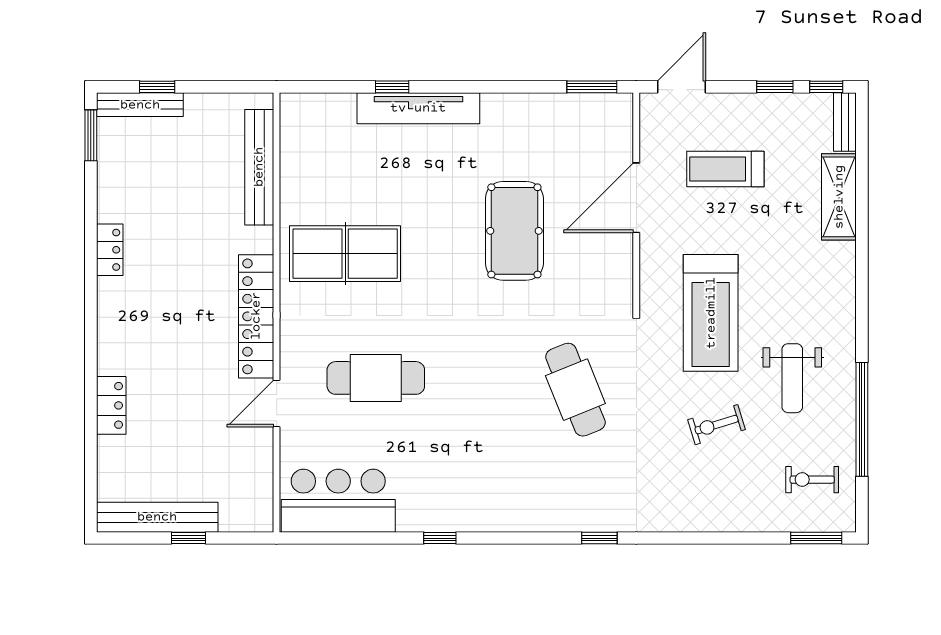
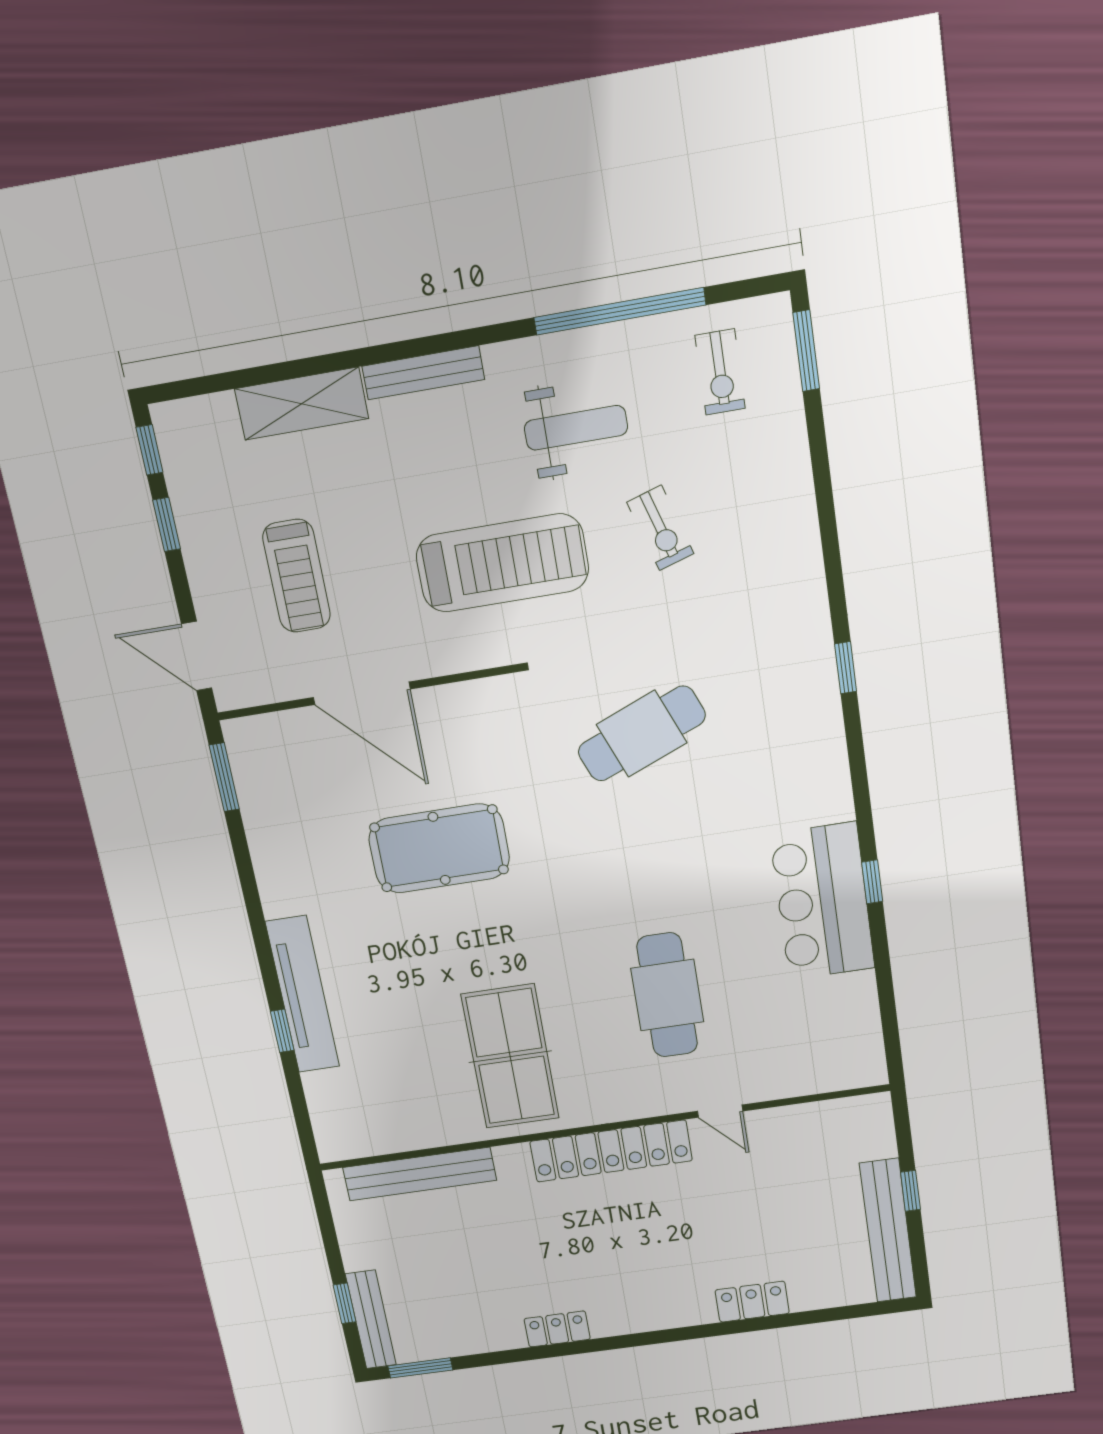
bench: (845, 122) -> (423, 373), moved, width x1.36
door: (277, 403) -> (720, 1111), width x0.73
bar counter: (338, 501) -> (823, 902), moved

